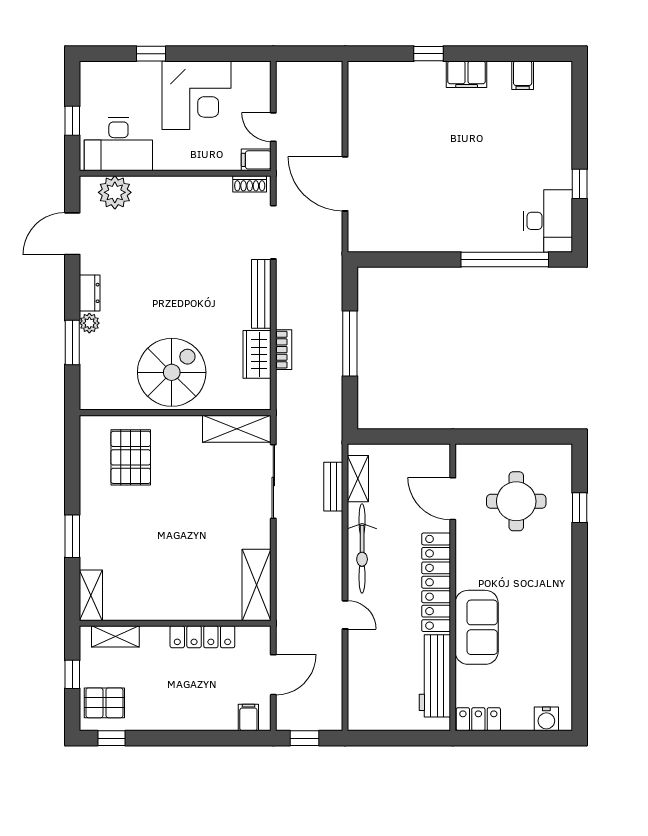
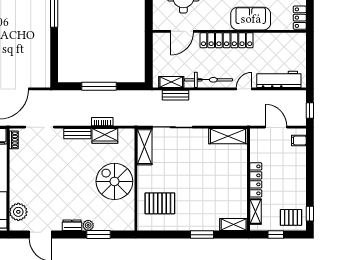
bench: (261, 294) -> (77, 134), width x0.73
locker: (202, 637) -> (256, 180), moved
workbench: (435, 676) -> (279, 79), moved, turned 180
pallet: (104, 703) -> (291, 217), turned 90

